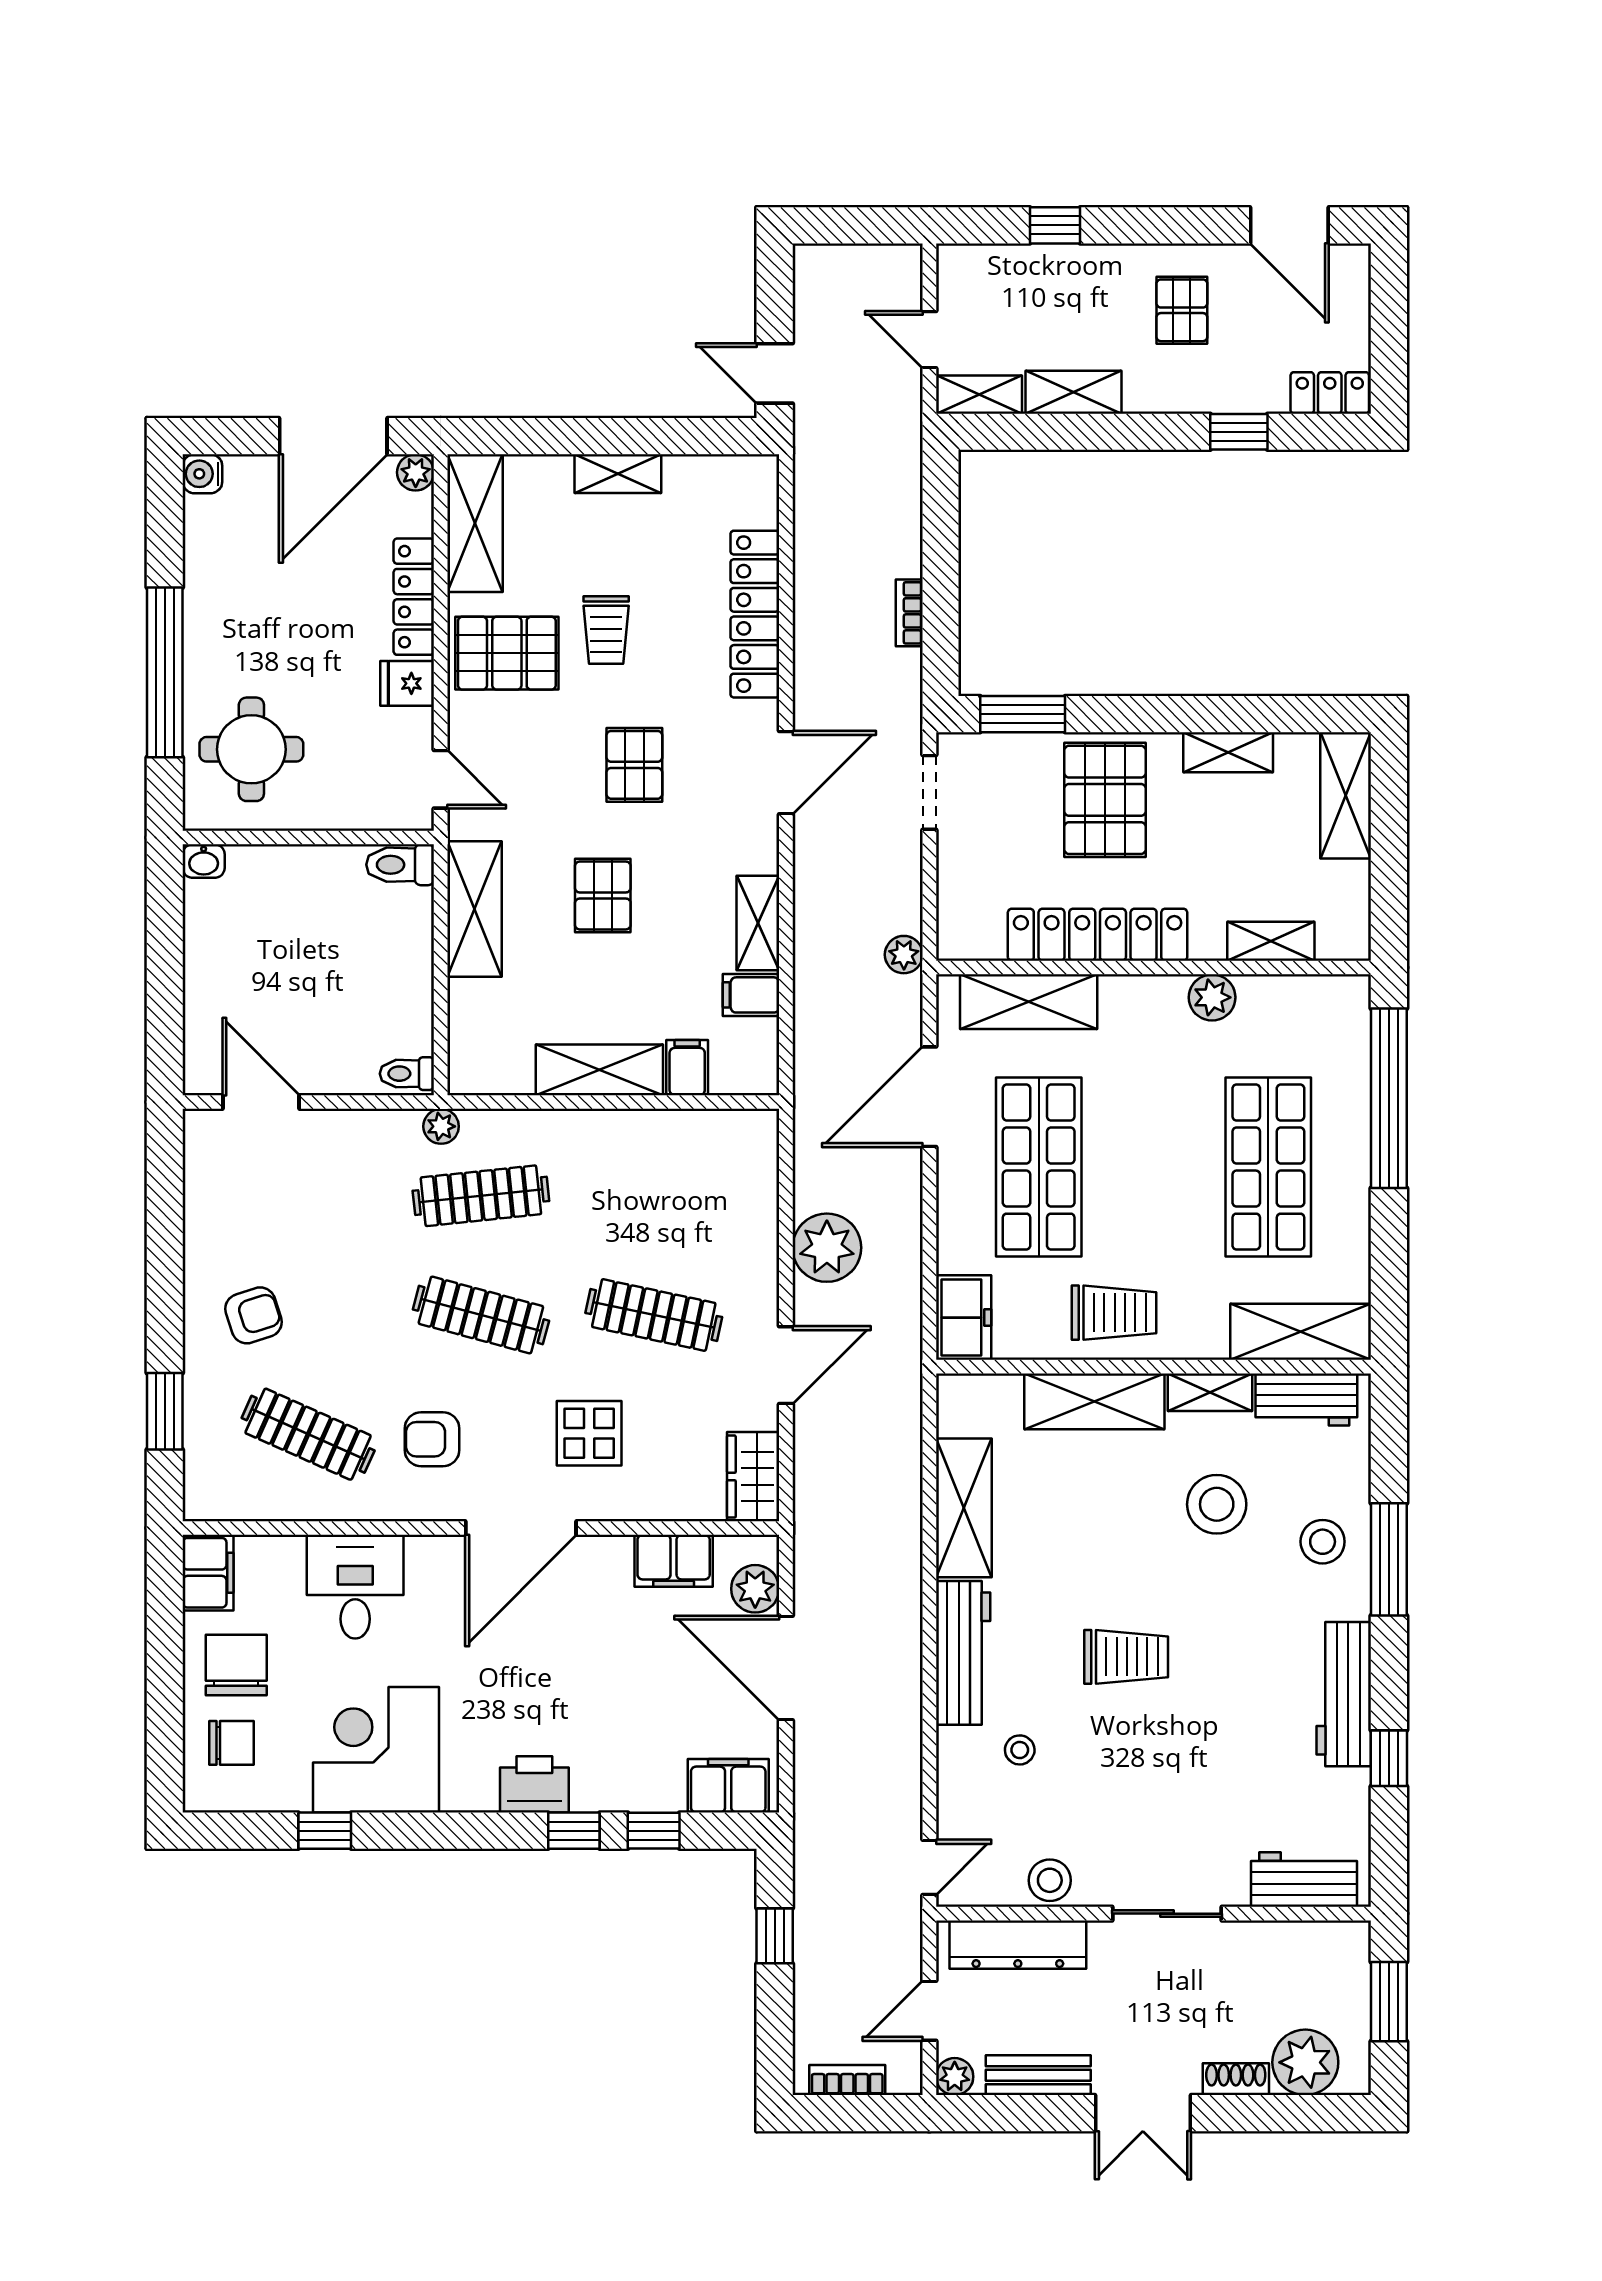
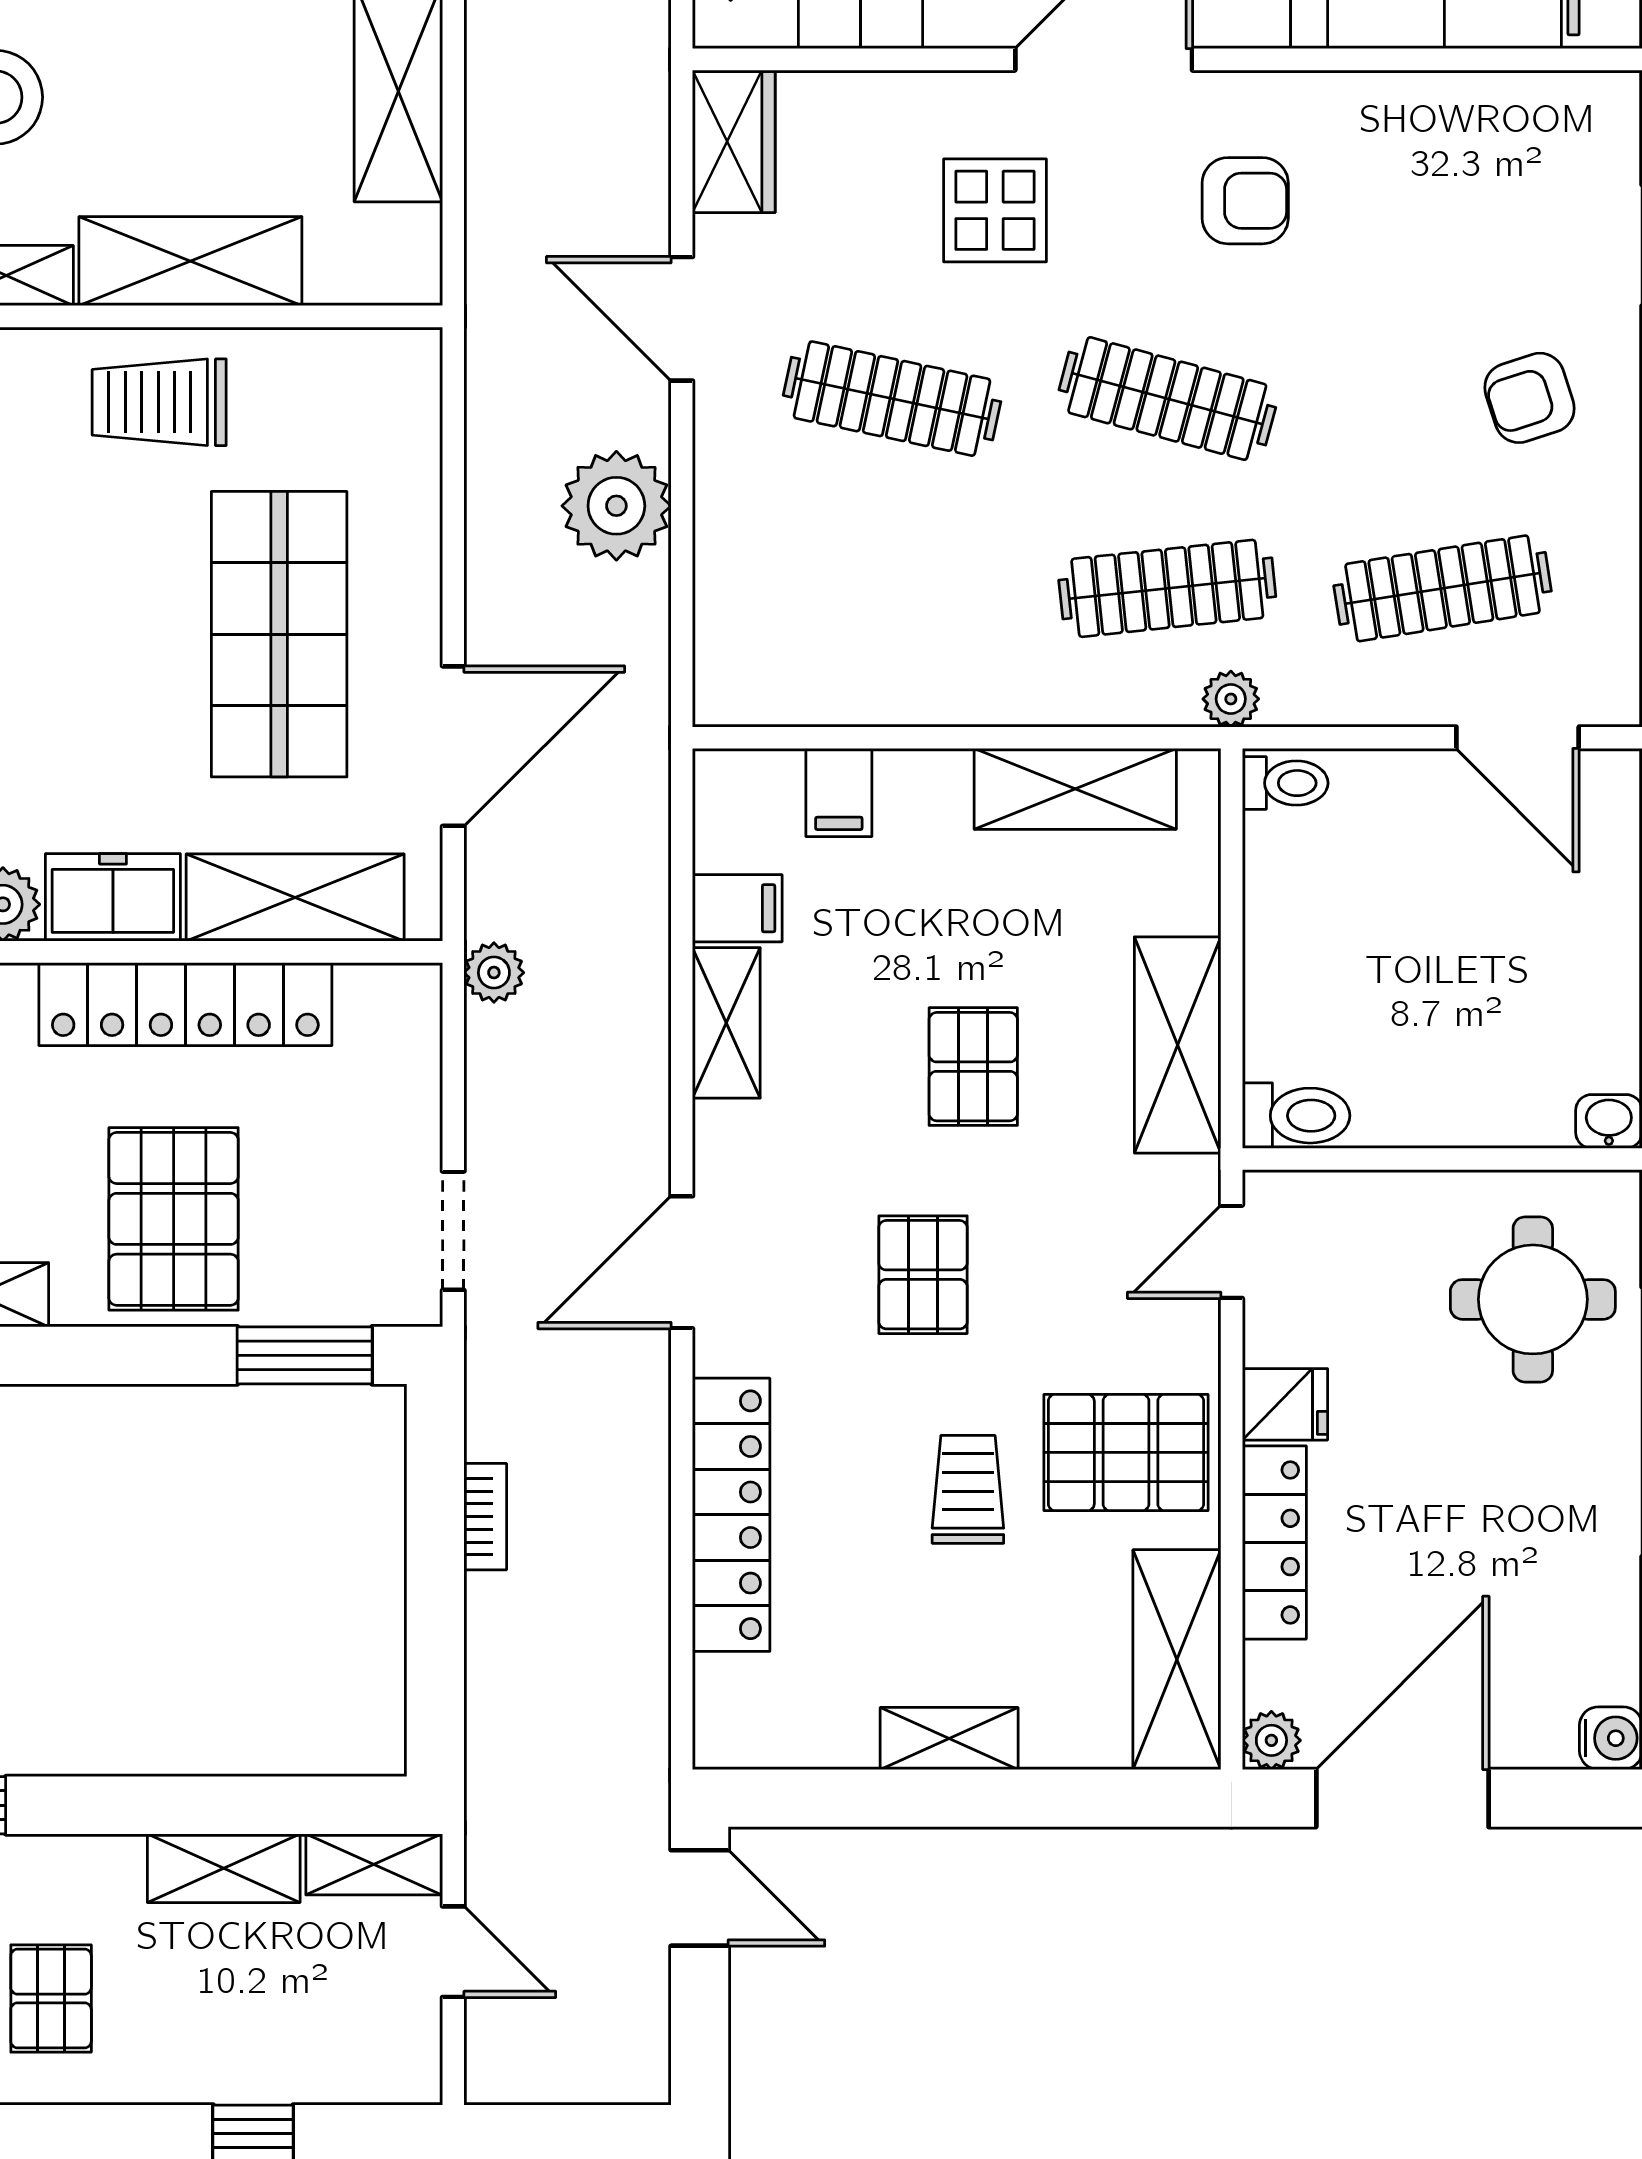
door: (441, 779) -> (1232, 1252), hinge flipped
shelving: (599, 1070) -> (1075, 789), moved
freezer: (964, 1318) -> (113, 897), moved, turned 90
door: (786, 1365) -> (682, 319), hinge flipped
clothes rail: (308, 1434) -> (1443, 588), moved, turned -33

